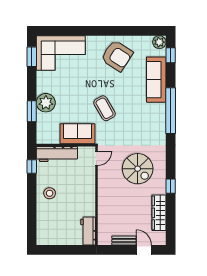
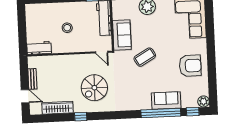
armchair: (117, 56) -> (190, 66), turned -123
sofa: (156, 80) -> (166, 100), width x0.73
window: (171, 111) -> (161, 113), moved
stool: (50, 193) -> (67, 28), moved
door: (144, 250) -> (25, 96), hinge flipped

